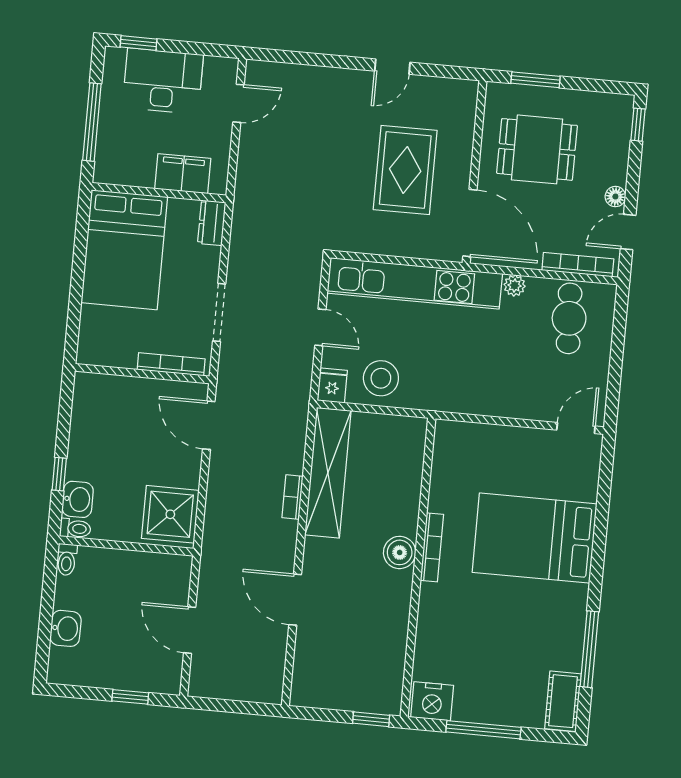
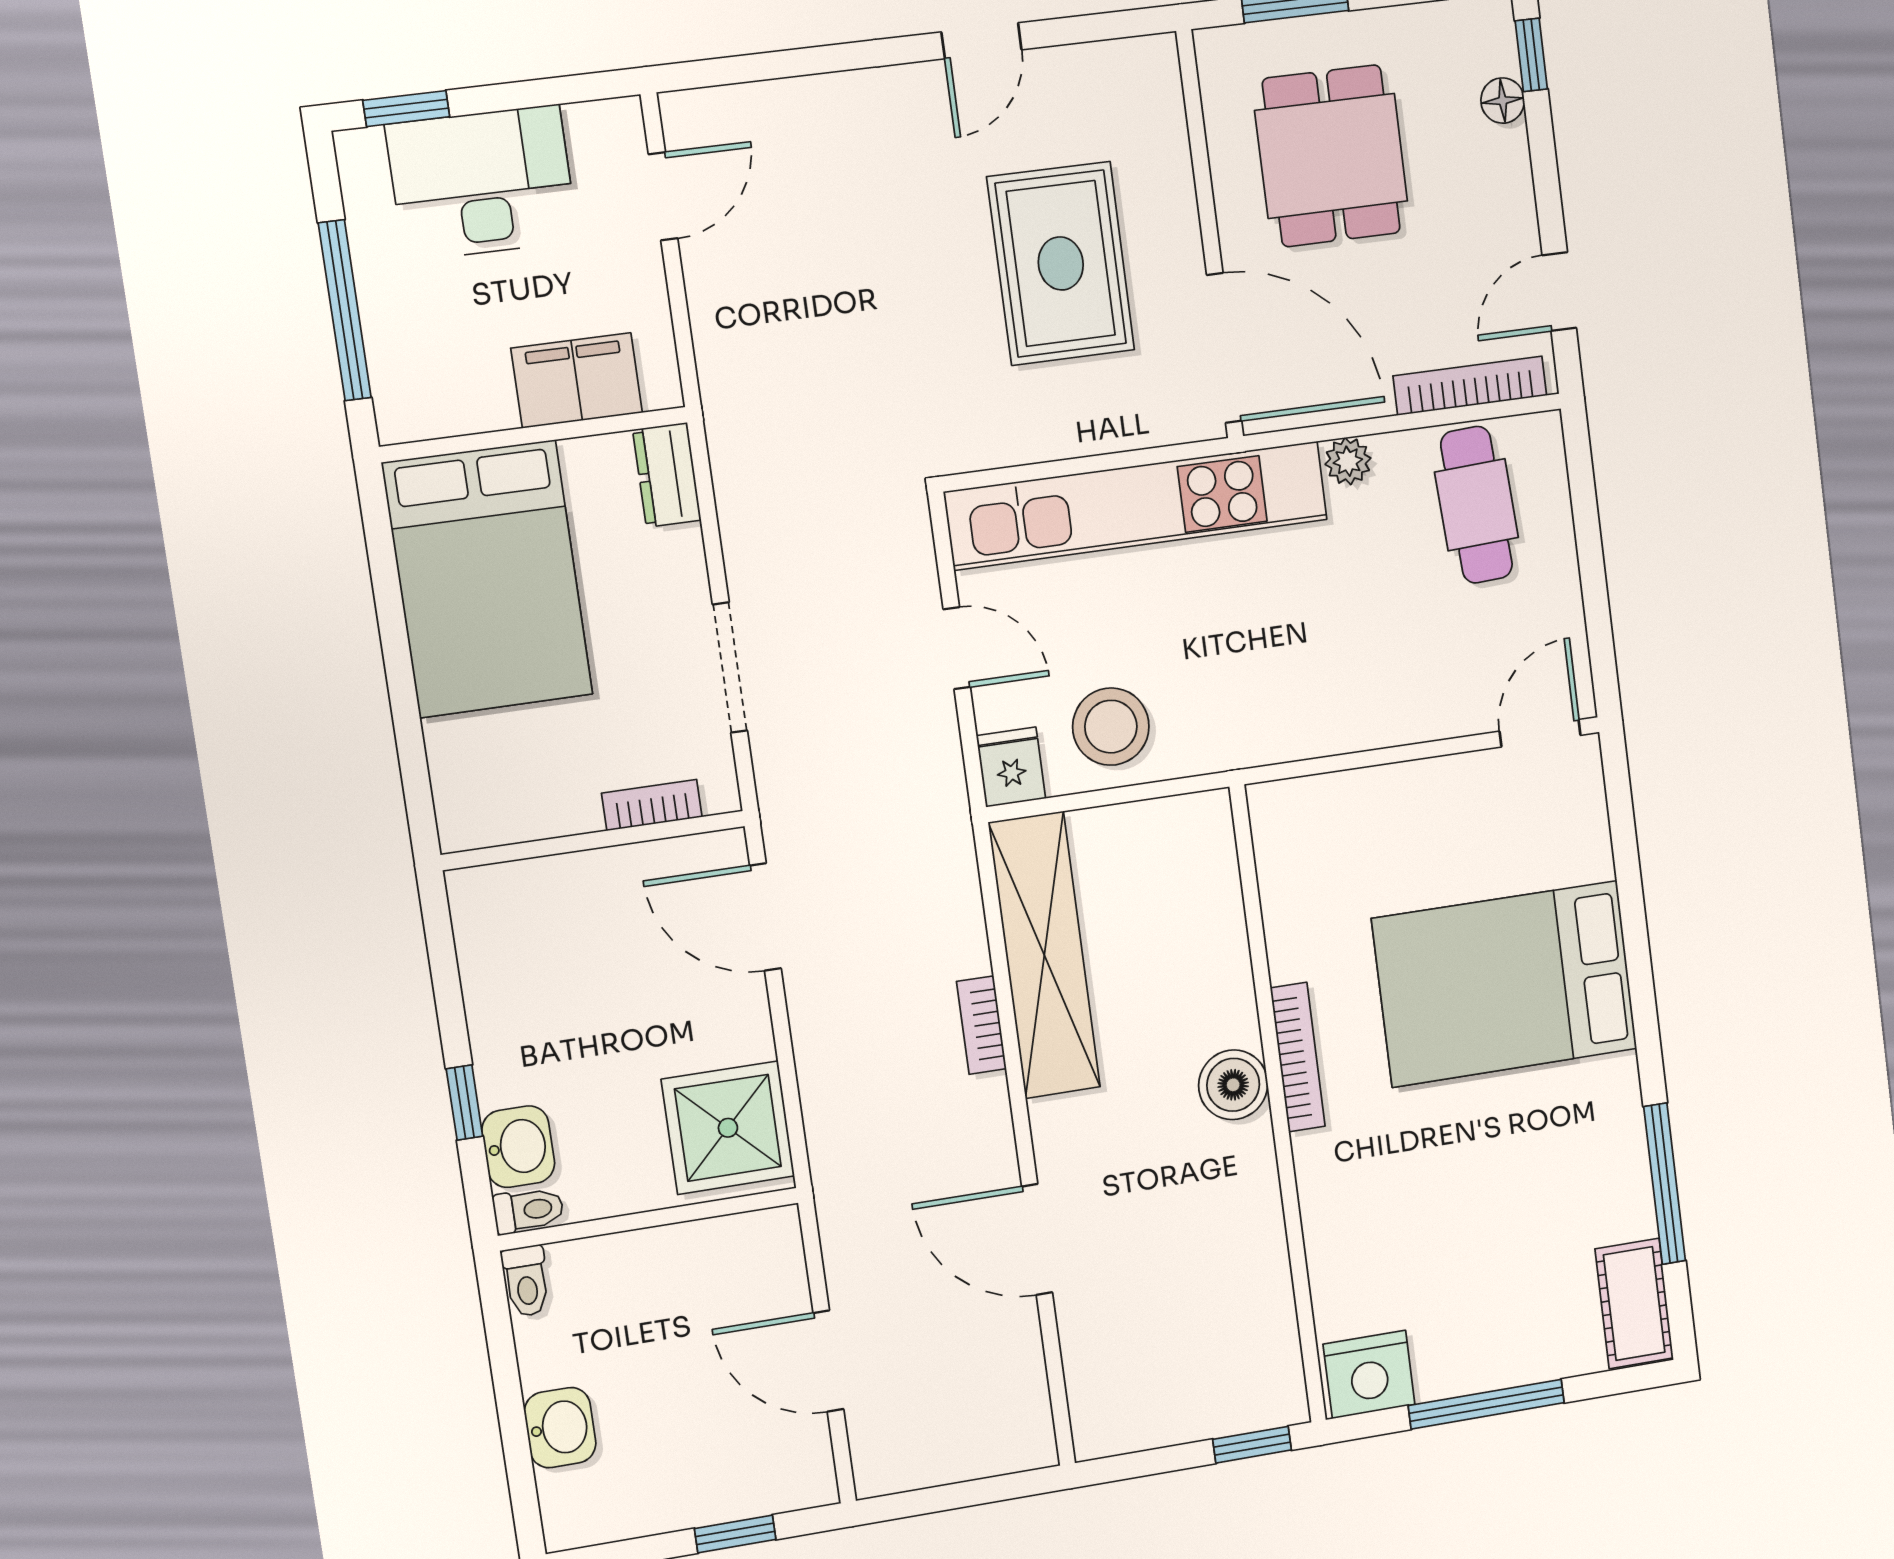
dining table: (537, 149) -> (1331, 156), turned 90
floor lamp: (615, 197) -> (1503, 101), moved
bookcase: (171, 364) -> (652, 805), width x0.64

